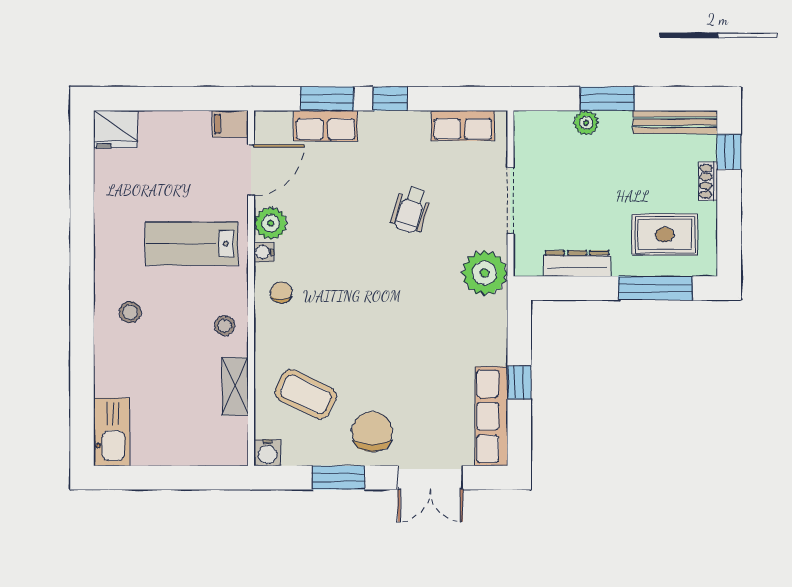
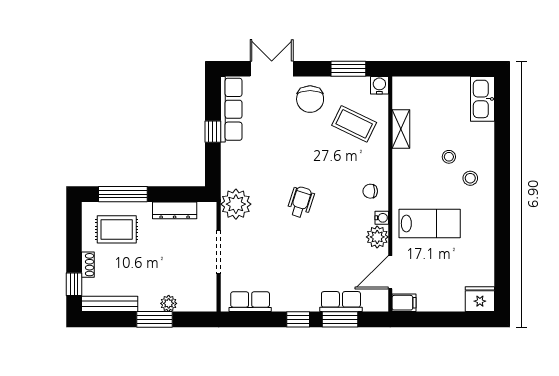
wheelchair: (411, 210) -> (301, 202), moved
chair: (281, 292) -> (370, 191), turned 90
stool: (225, 326) -> (449, 157), moved
window: (339, 478) -> (348, 69), moved

